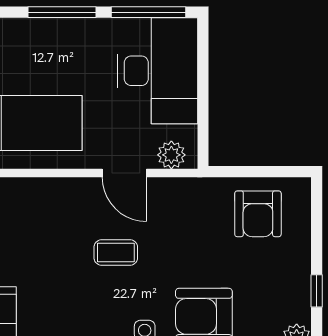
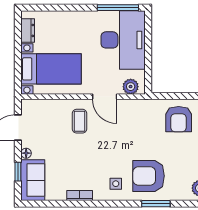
window: (62, 12) -> (70, 8), removed
coffee table: (116, 253) -> (80, 121), moved, turned 90

